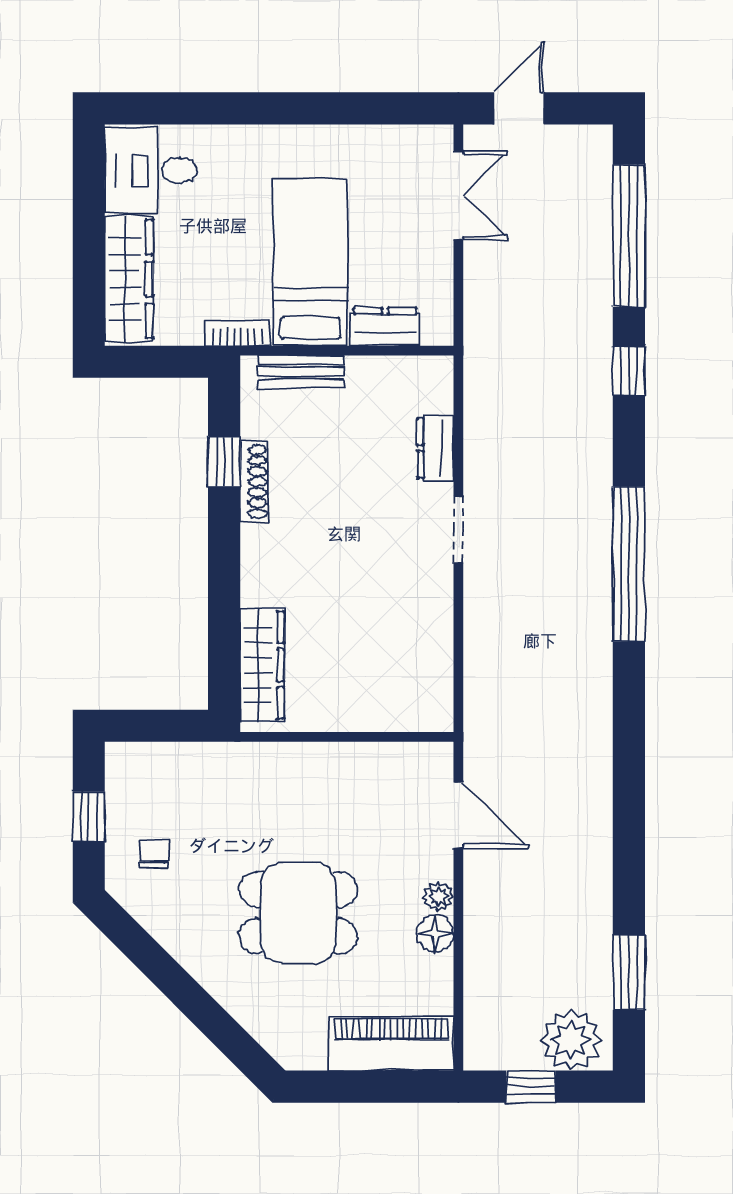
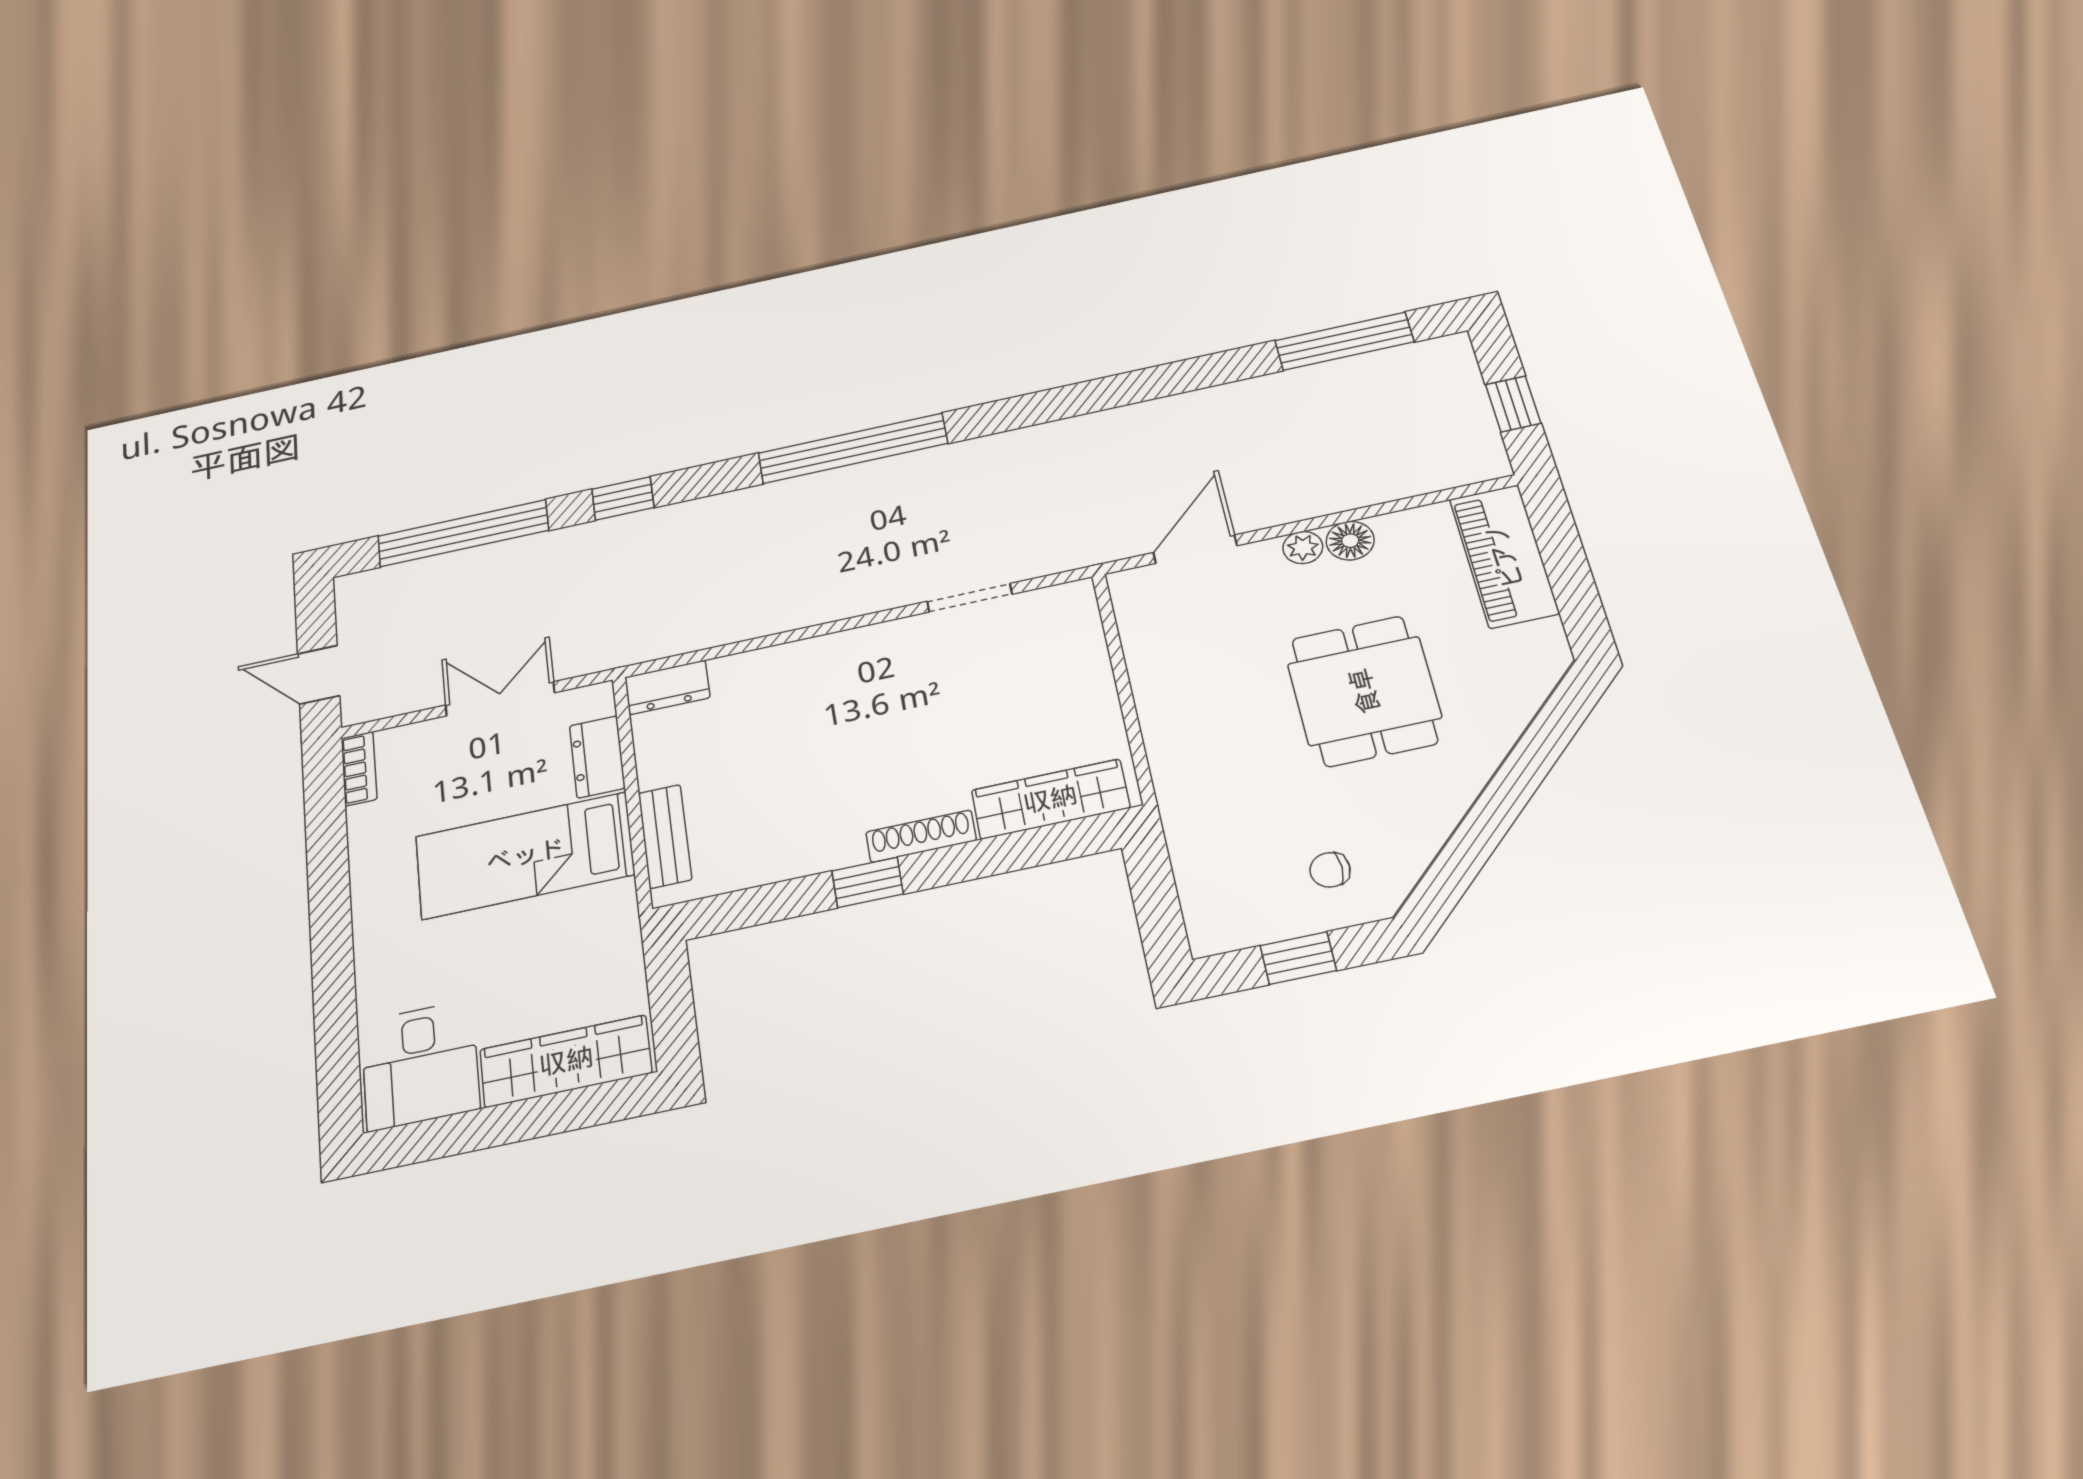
double door: (458, 195) -> (500, 699), moved
bookcase: (237, 333) -> (359, 769), moved, turned 180
dresser: (435, 448) -> (667, 687), moved
window: (224, 462) -> (868, 882), moved
shoe rack: (254, 482) -> (921, 836), moved
doorway: (458, 529) -> (970, 598), moved
window: (629, 973) -> (1344, 341), width x1.44
plant: (571, 1040) -> (1443, 378), removed

